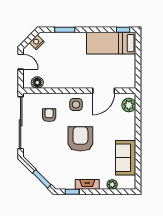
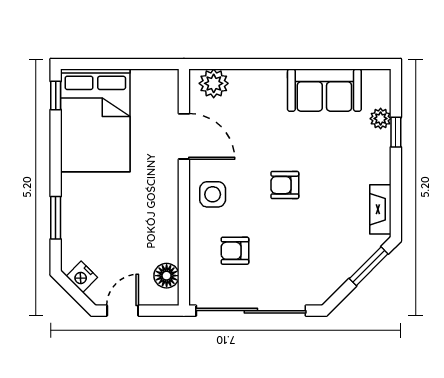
bed: (111, 43) -> (95, 120), width x1.50
armchair: (80, 139) -> (285, 185), width x0.53, depth x0.53
fireplace: (87, 184) -> (380, 209), moved
window: (72, 192) -> (396, 132), moved

